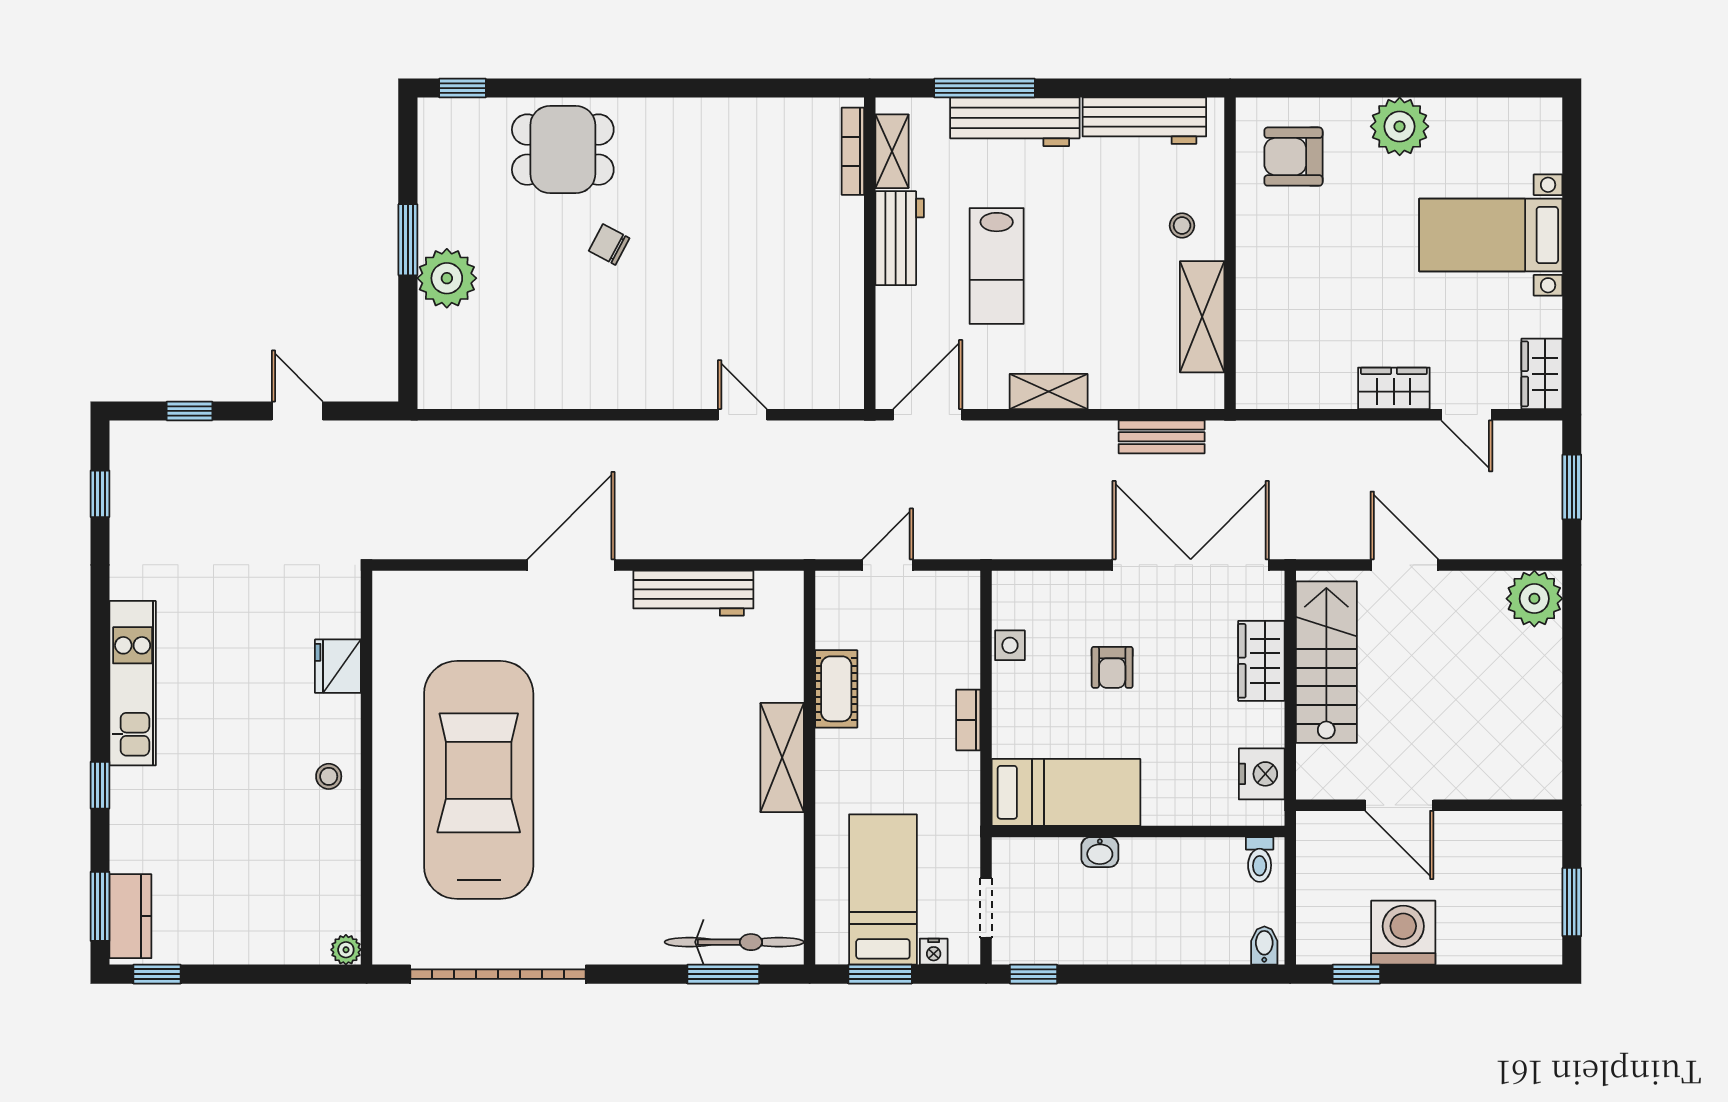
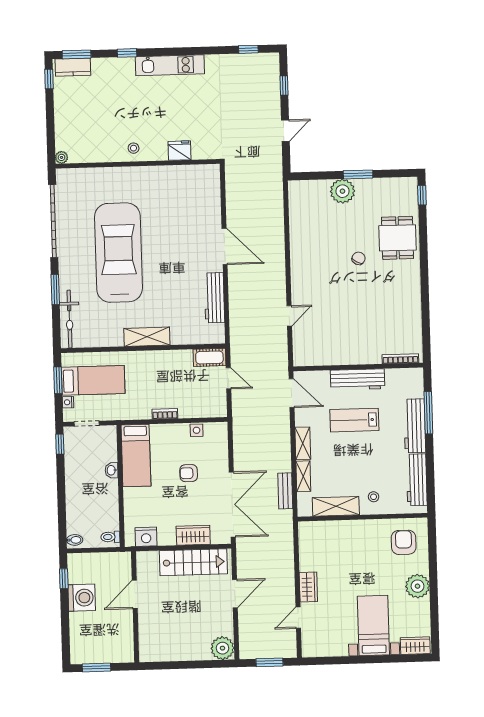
shelving: (892, 151) -> (303, 476), moved, turned 90
workbench: (900, 238) -> (357, 379), width x1.38
wardrobe: (1542, 374) -> (415, 646), moved
cot: (836, 689) -> (209, 357), moved
car: (479, 780) -> (118, 253), moved, turned -90
window: (723, 974) -> (55, 290), moved

